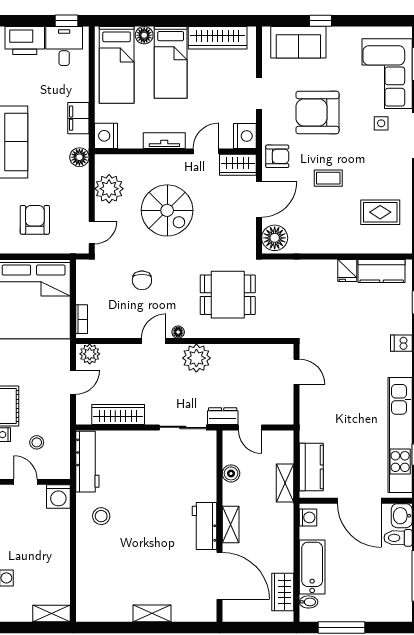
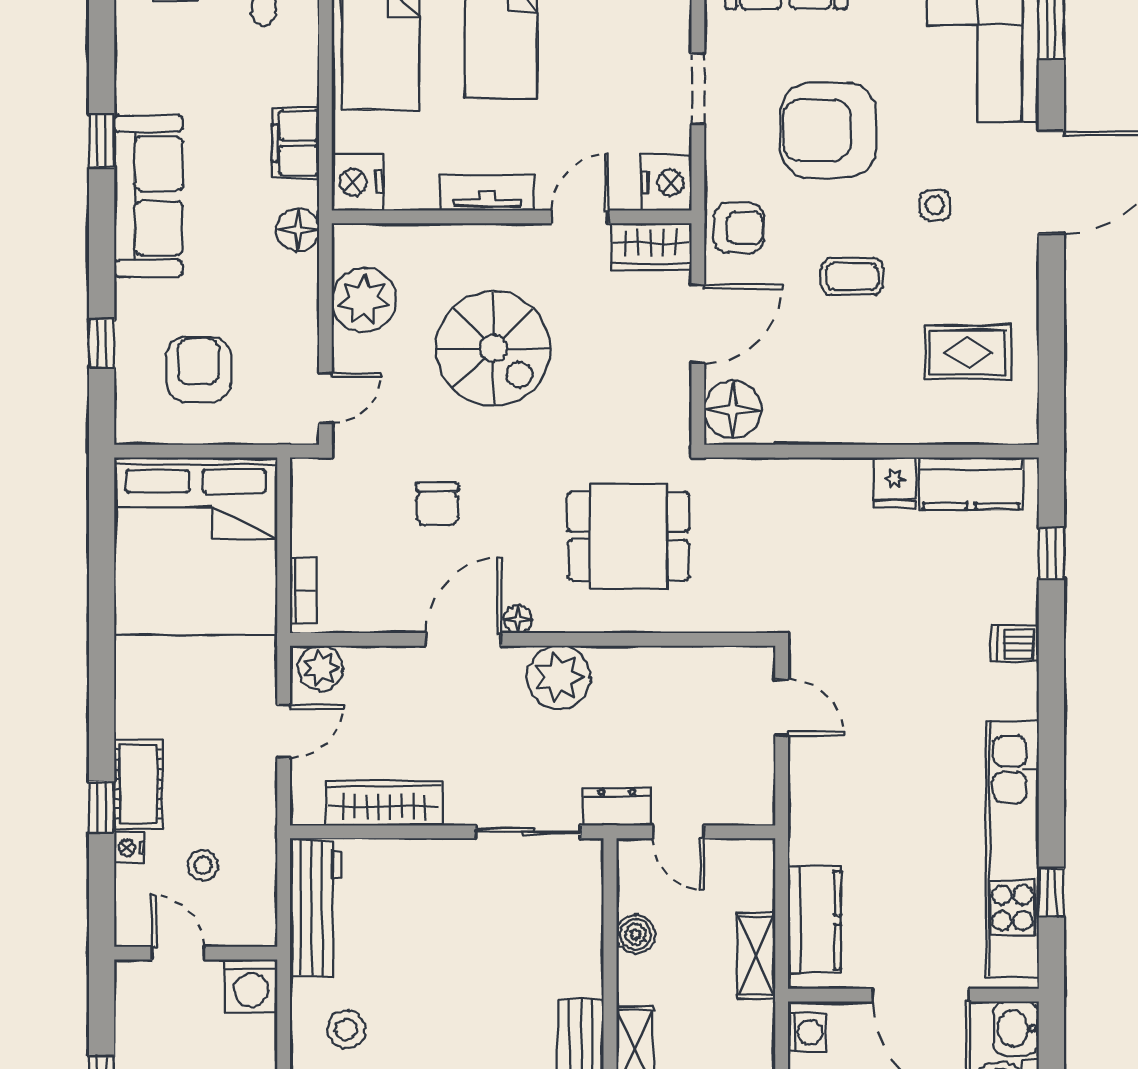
side table: (381, 123) -> (935, 205), moved
door: (154, 341) -> (463, 639), width x1.38

